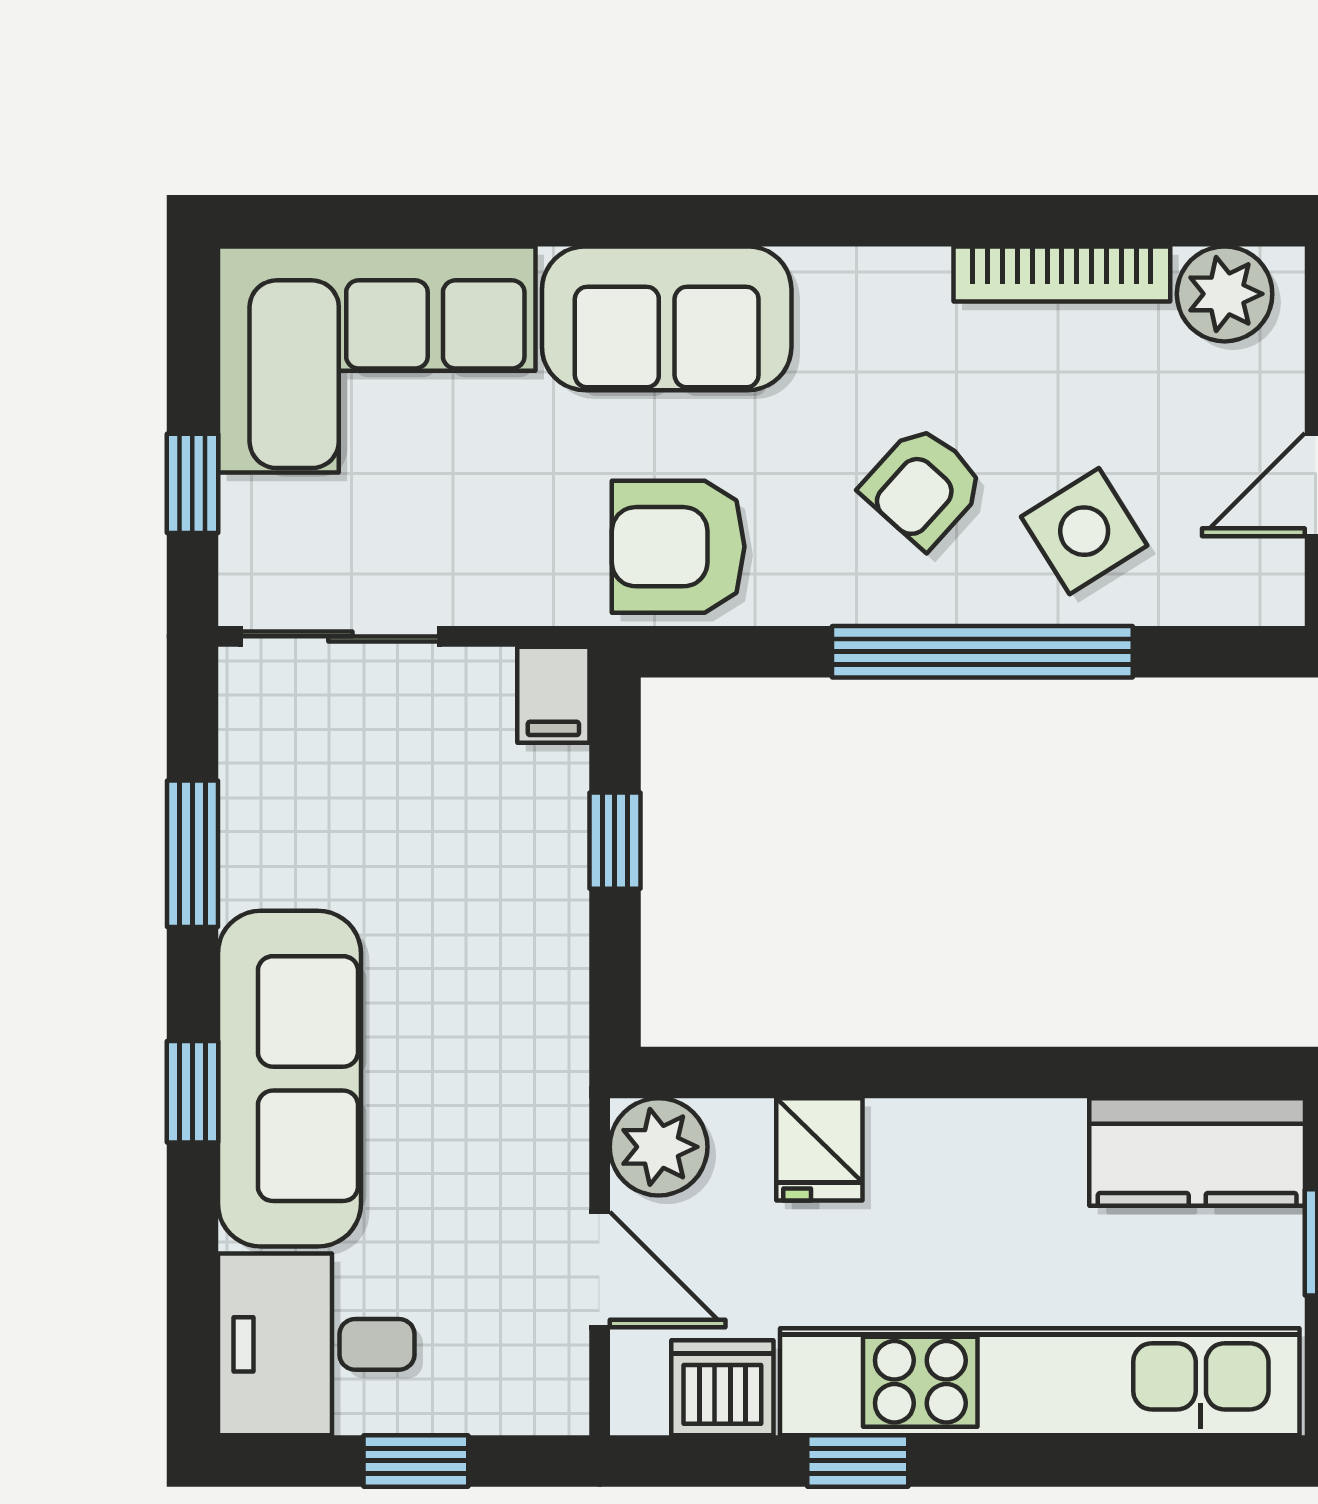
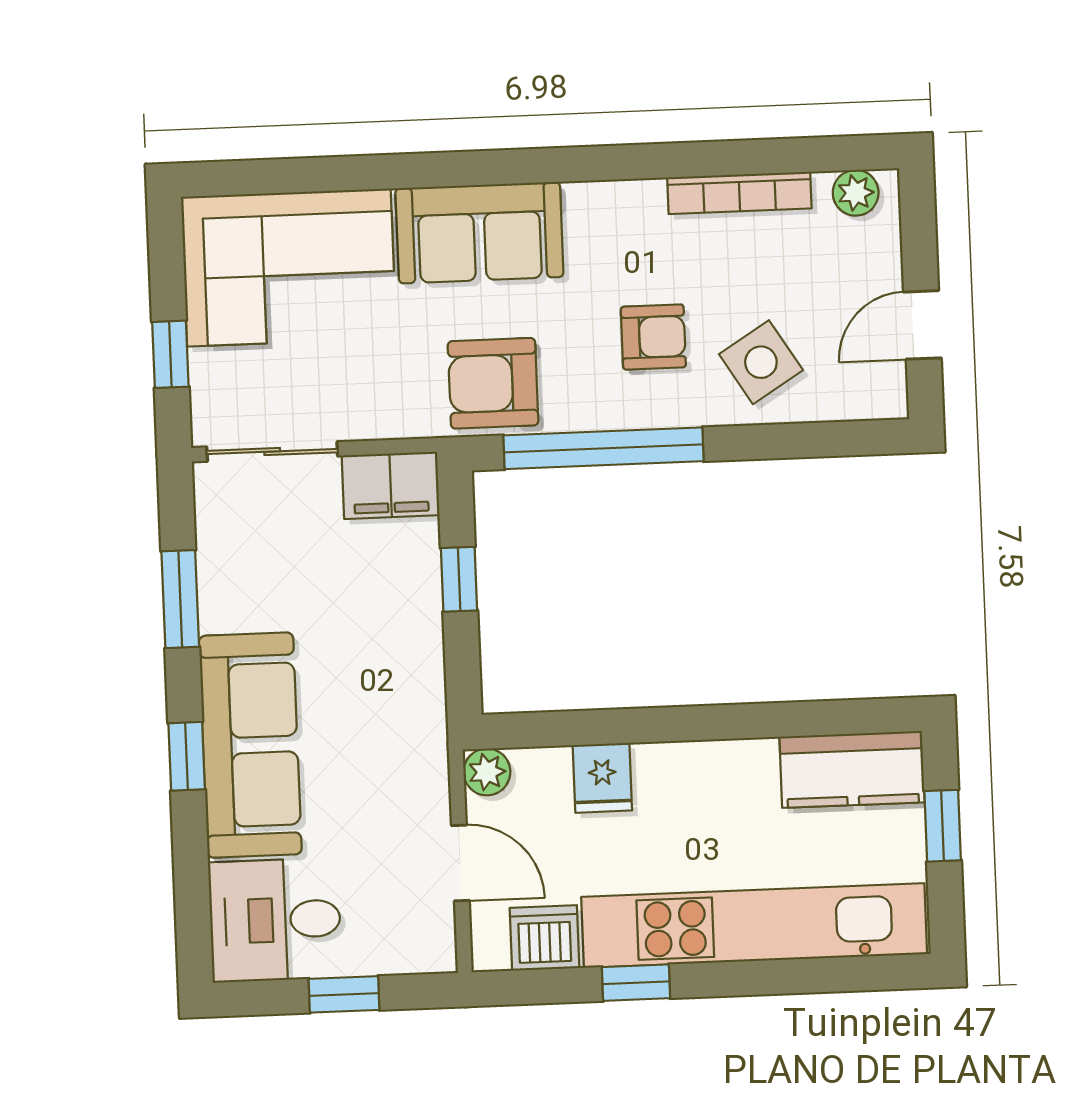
plant: (1225, 294) -> (856, 193), width x0.73, depth x0.73
armchair: (923, 487) -> (653, 337), turned -132
window: (982, 652) -> (604, 448), moved
filing cabinet: (553, 695) -> (391, 485), width x2.00
plant: (659, 1147) -> (487, 772), width x0.73, depth x0.73

